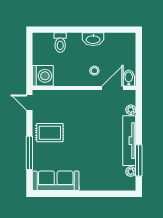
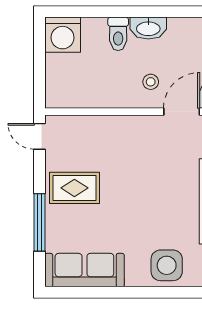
toilet: (60, 43) -> (118, 34), moved
washing machine: (43, 76) -> (63, 35), moved, turned 90
side table: (104, 178) -> (167, 265), added

